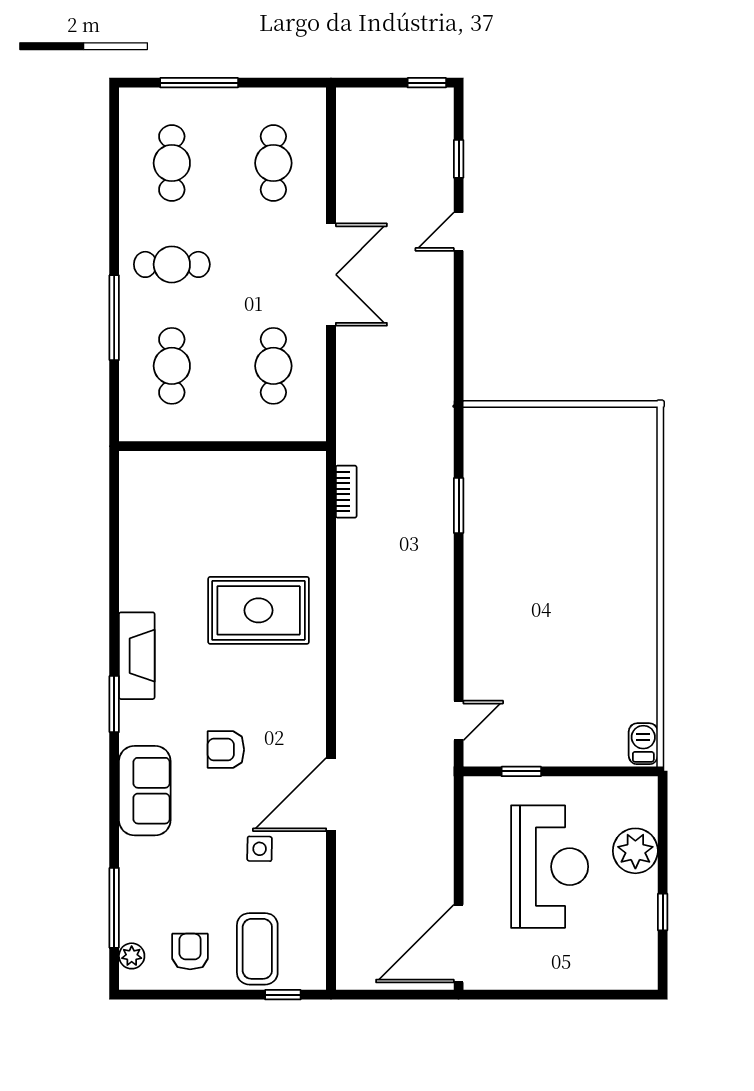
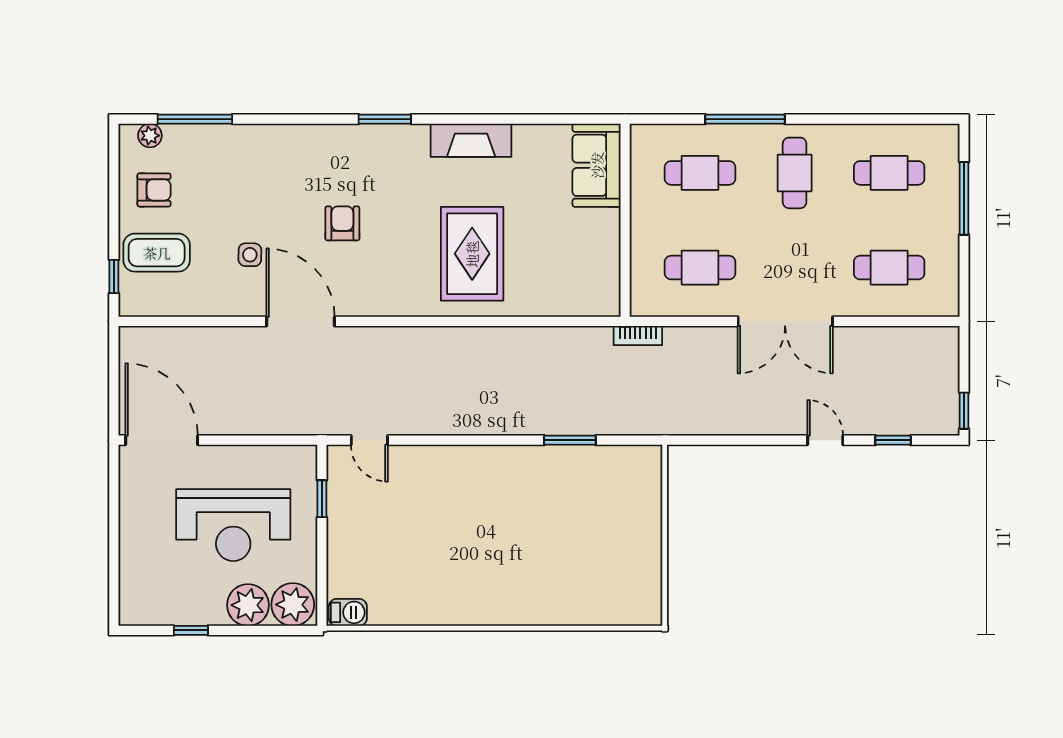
bookcase: (346, 492) -> (638, 335), moved
fireplace: (137, 656) -> (471, 140), moved
sofa: (145, 791) -> (597, 165), moved, turned 90
plant: (635, 803) -> (293, 605), added

